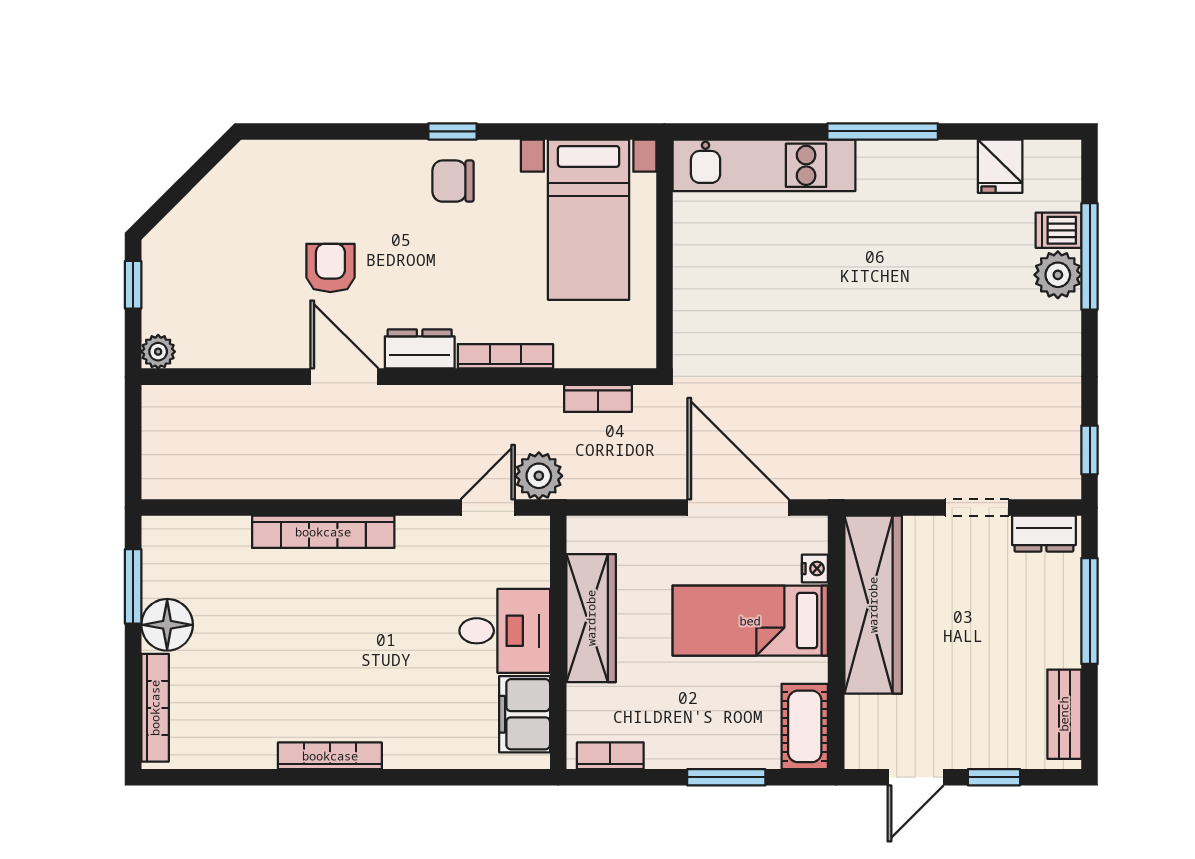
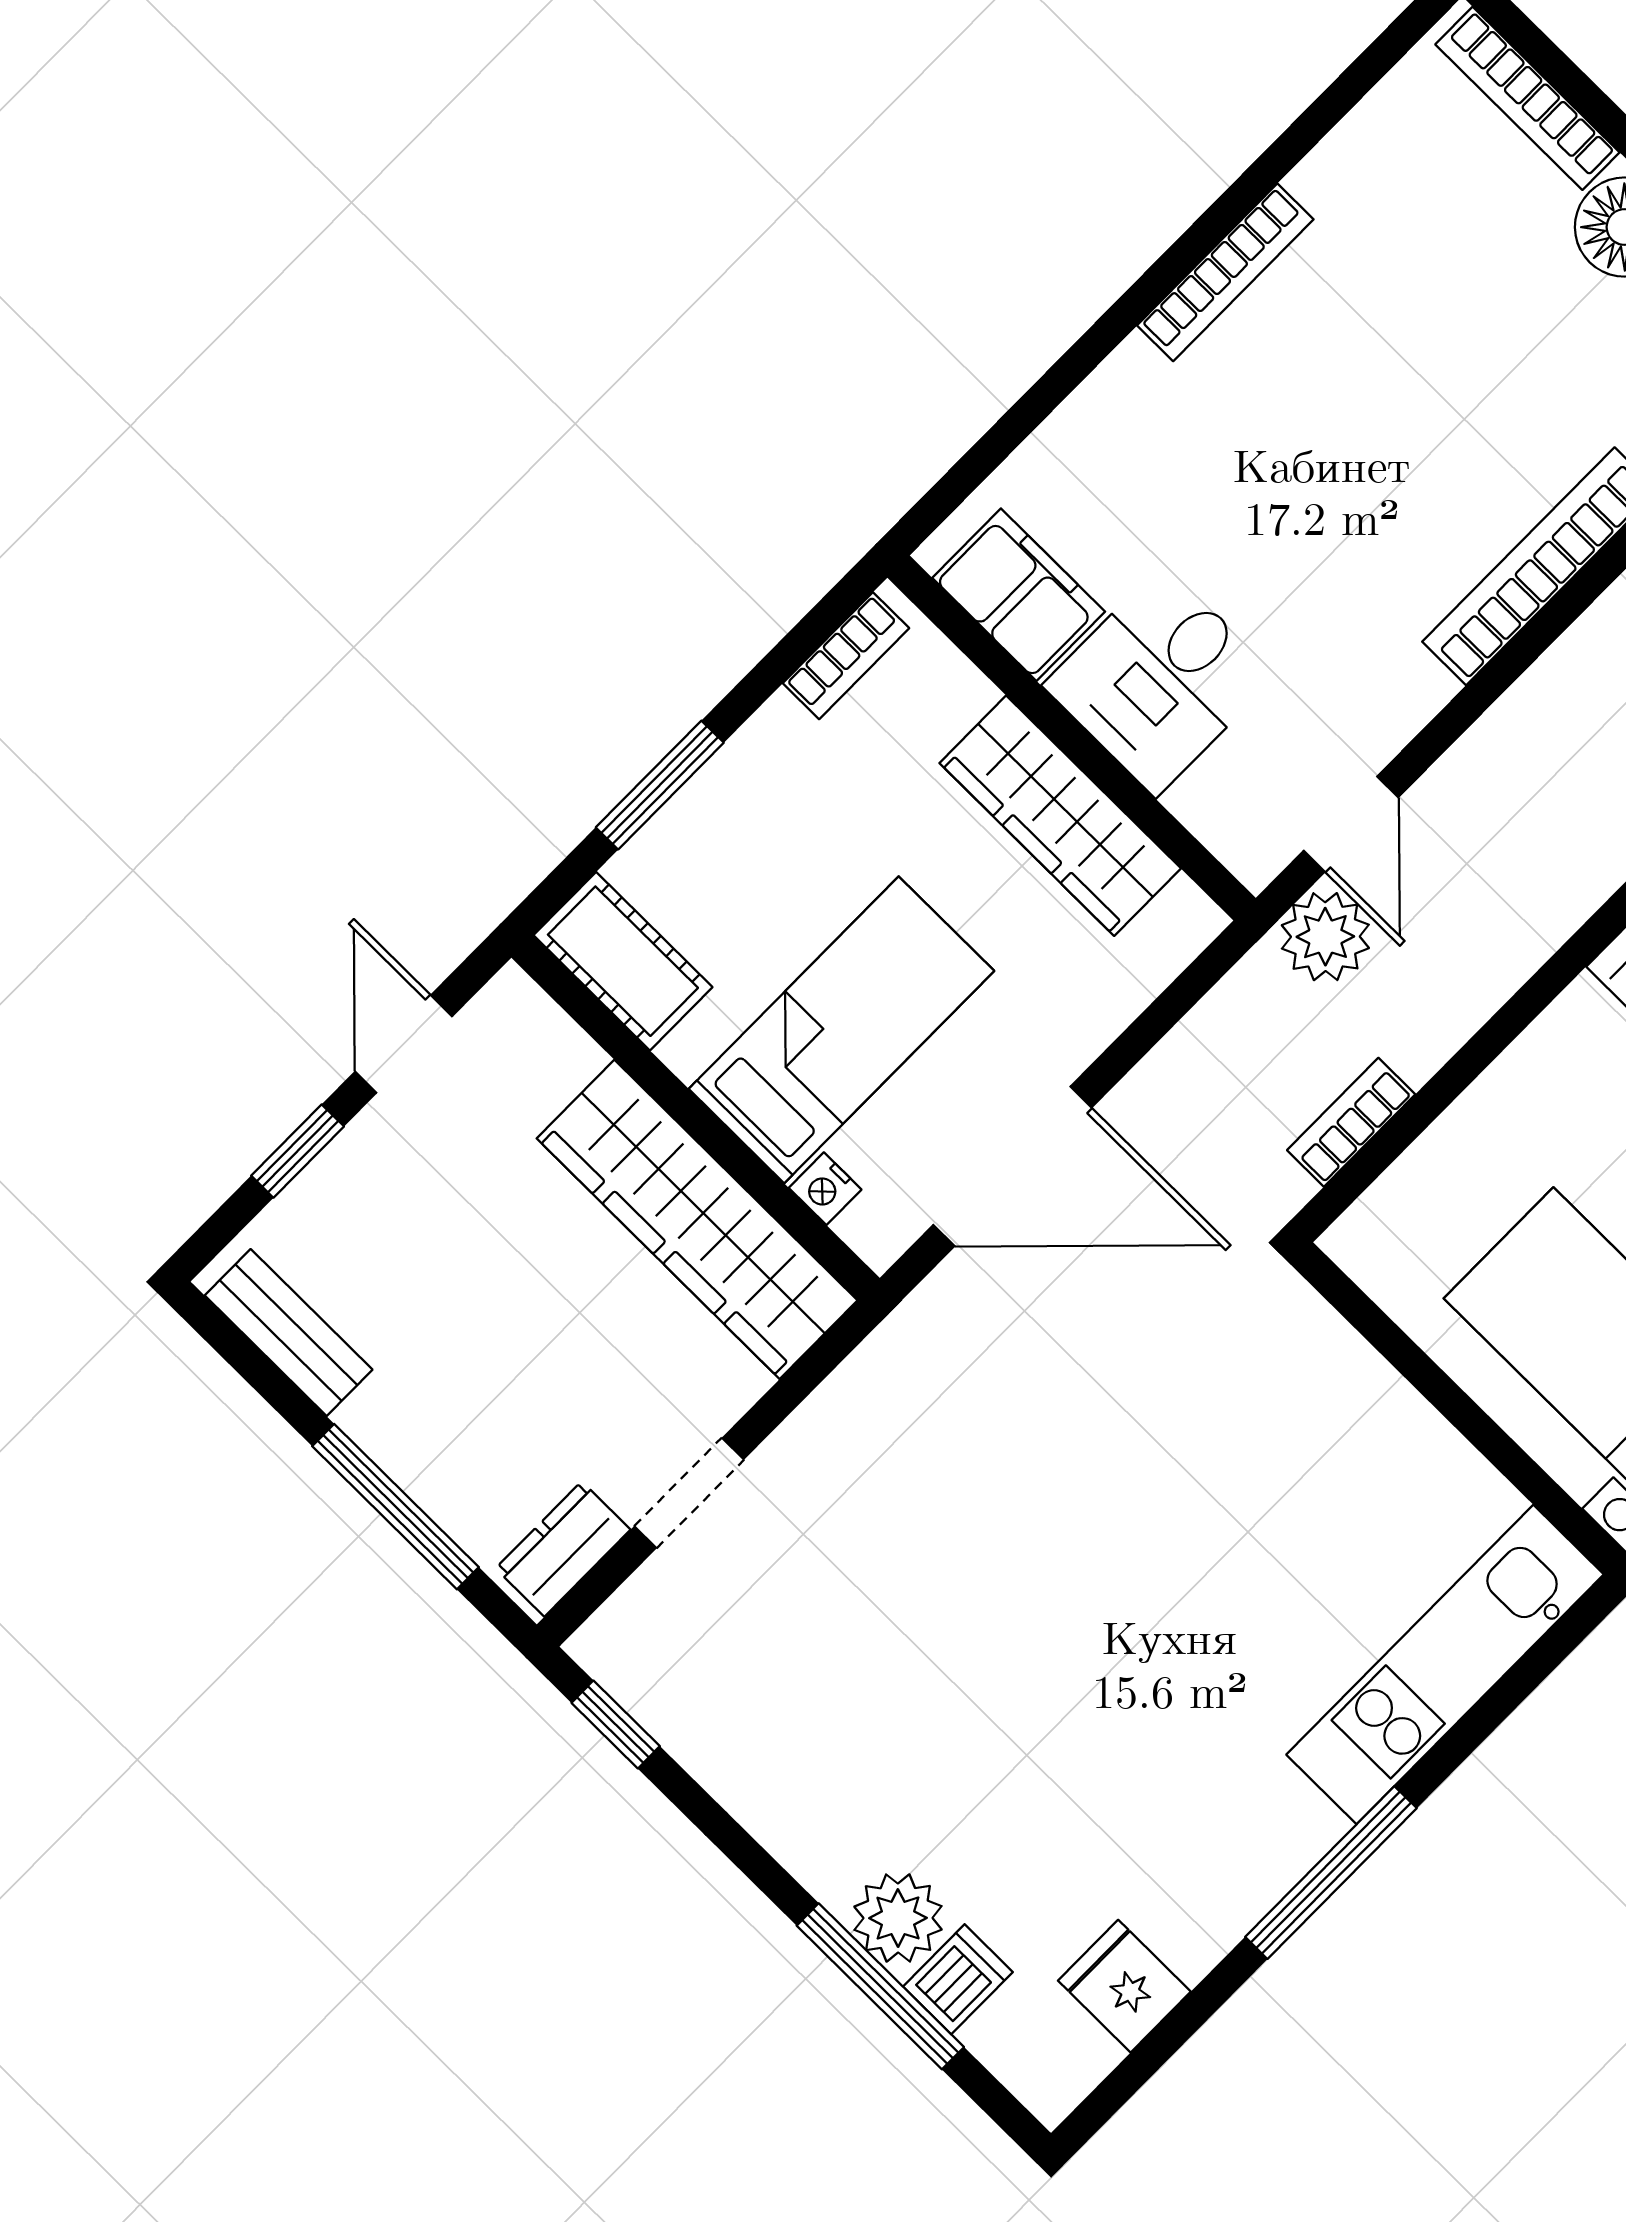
bookcase: (505, 356) -> (1534, 1053), removed

